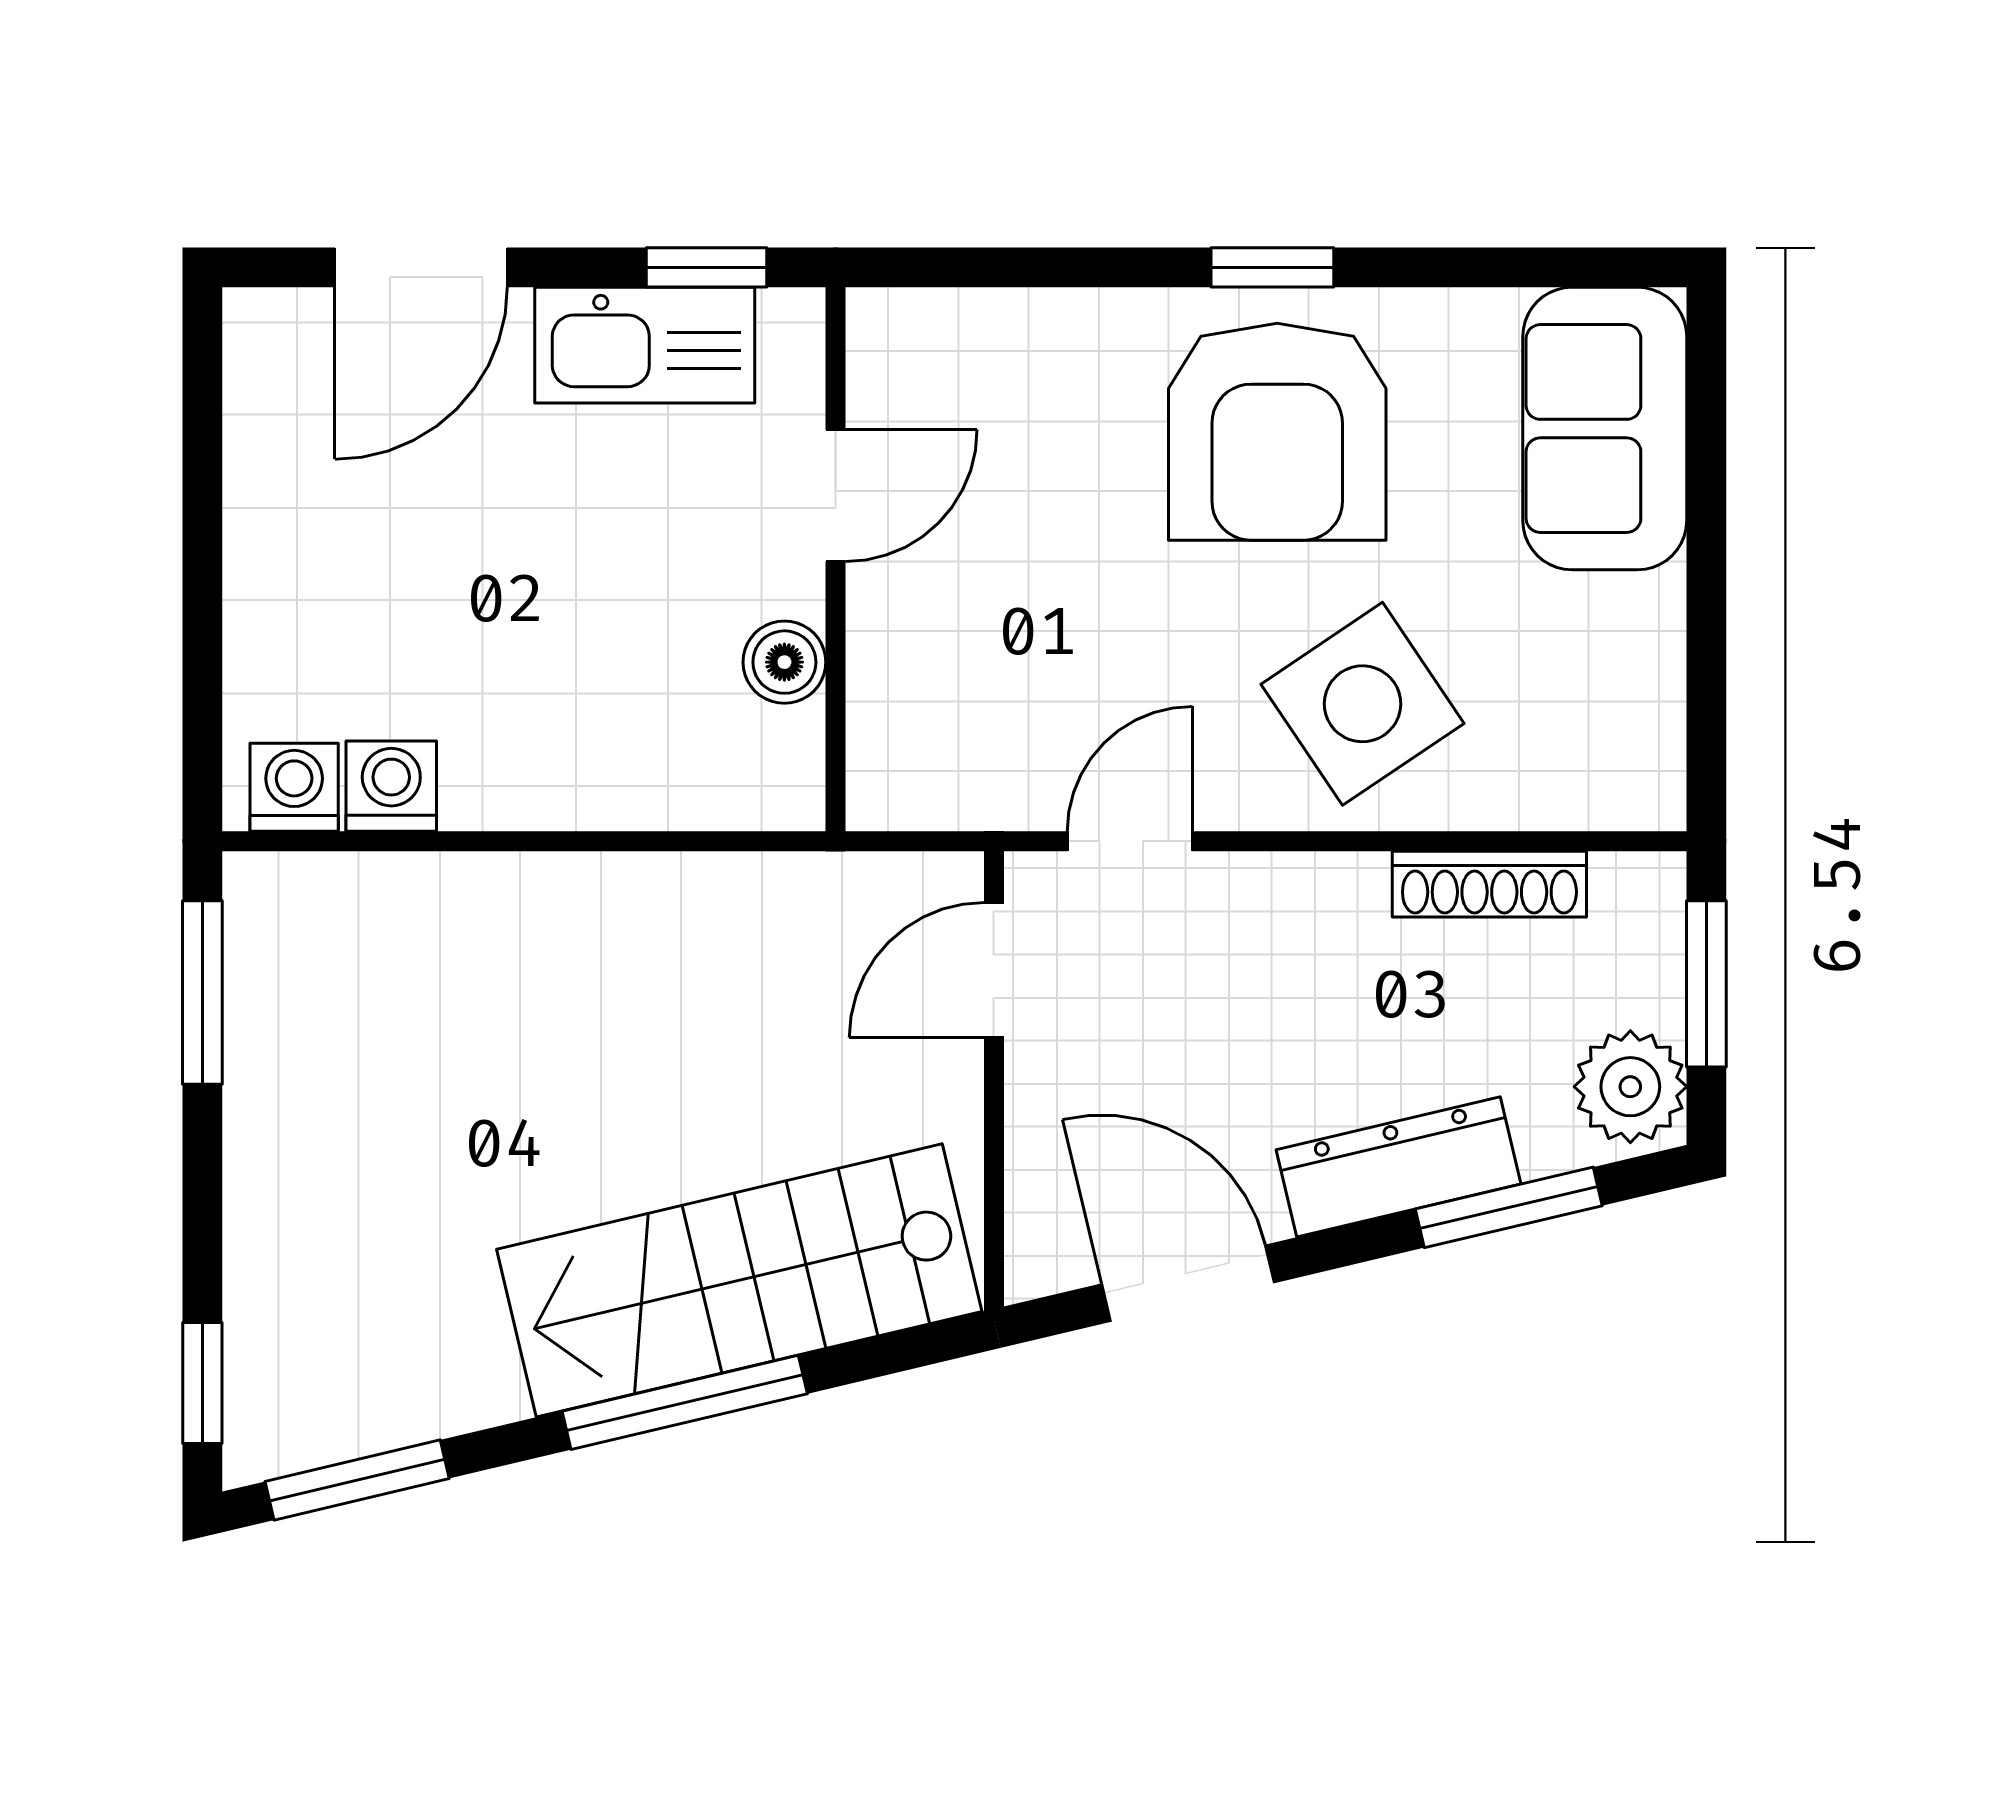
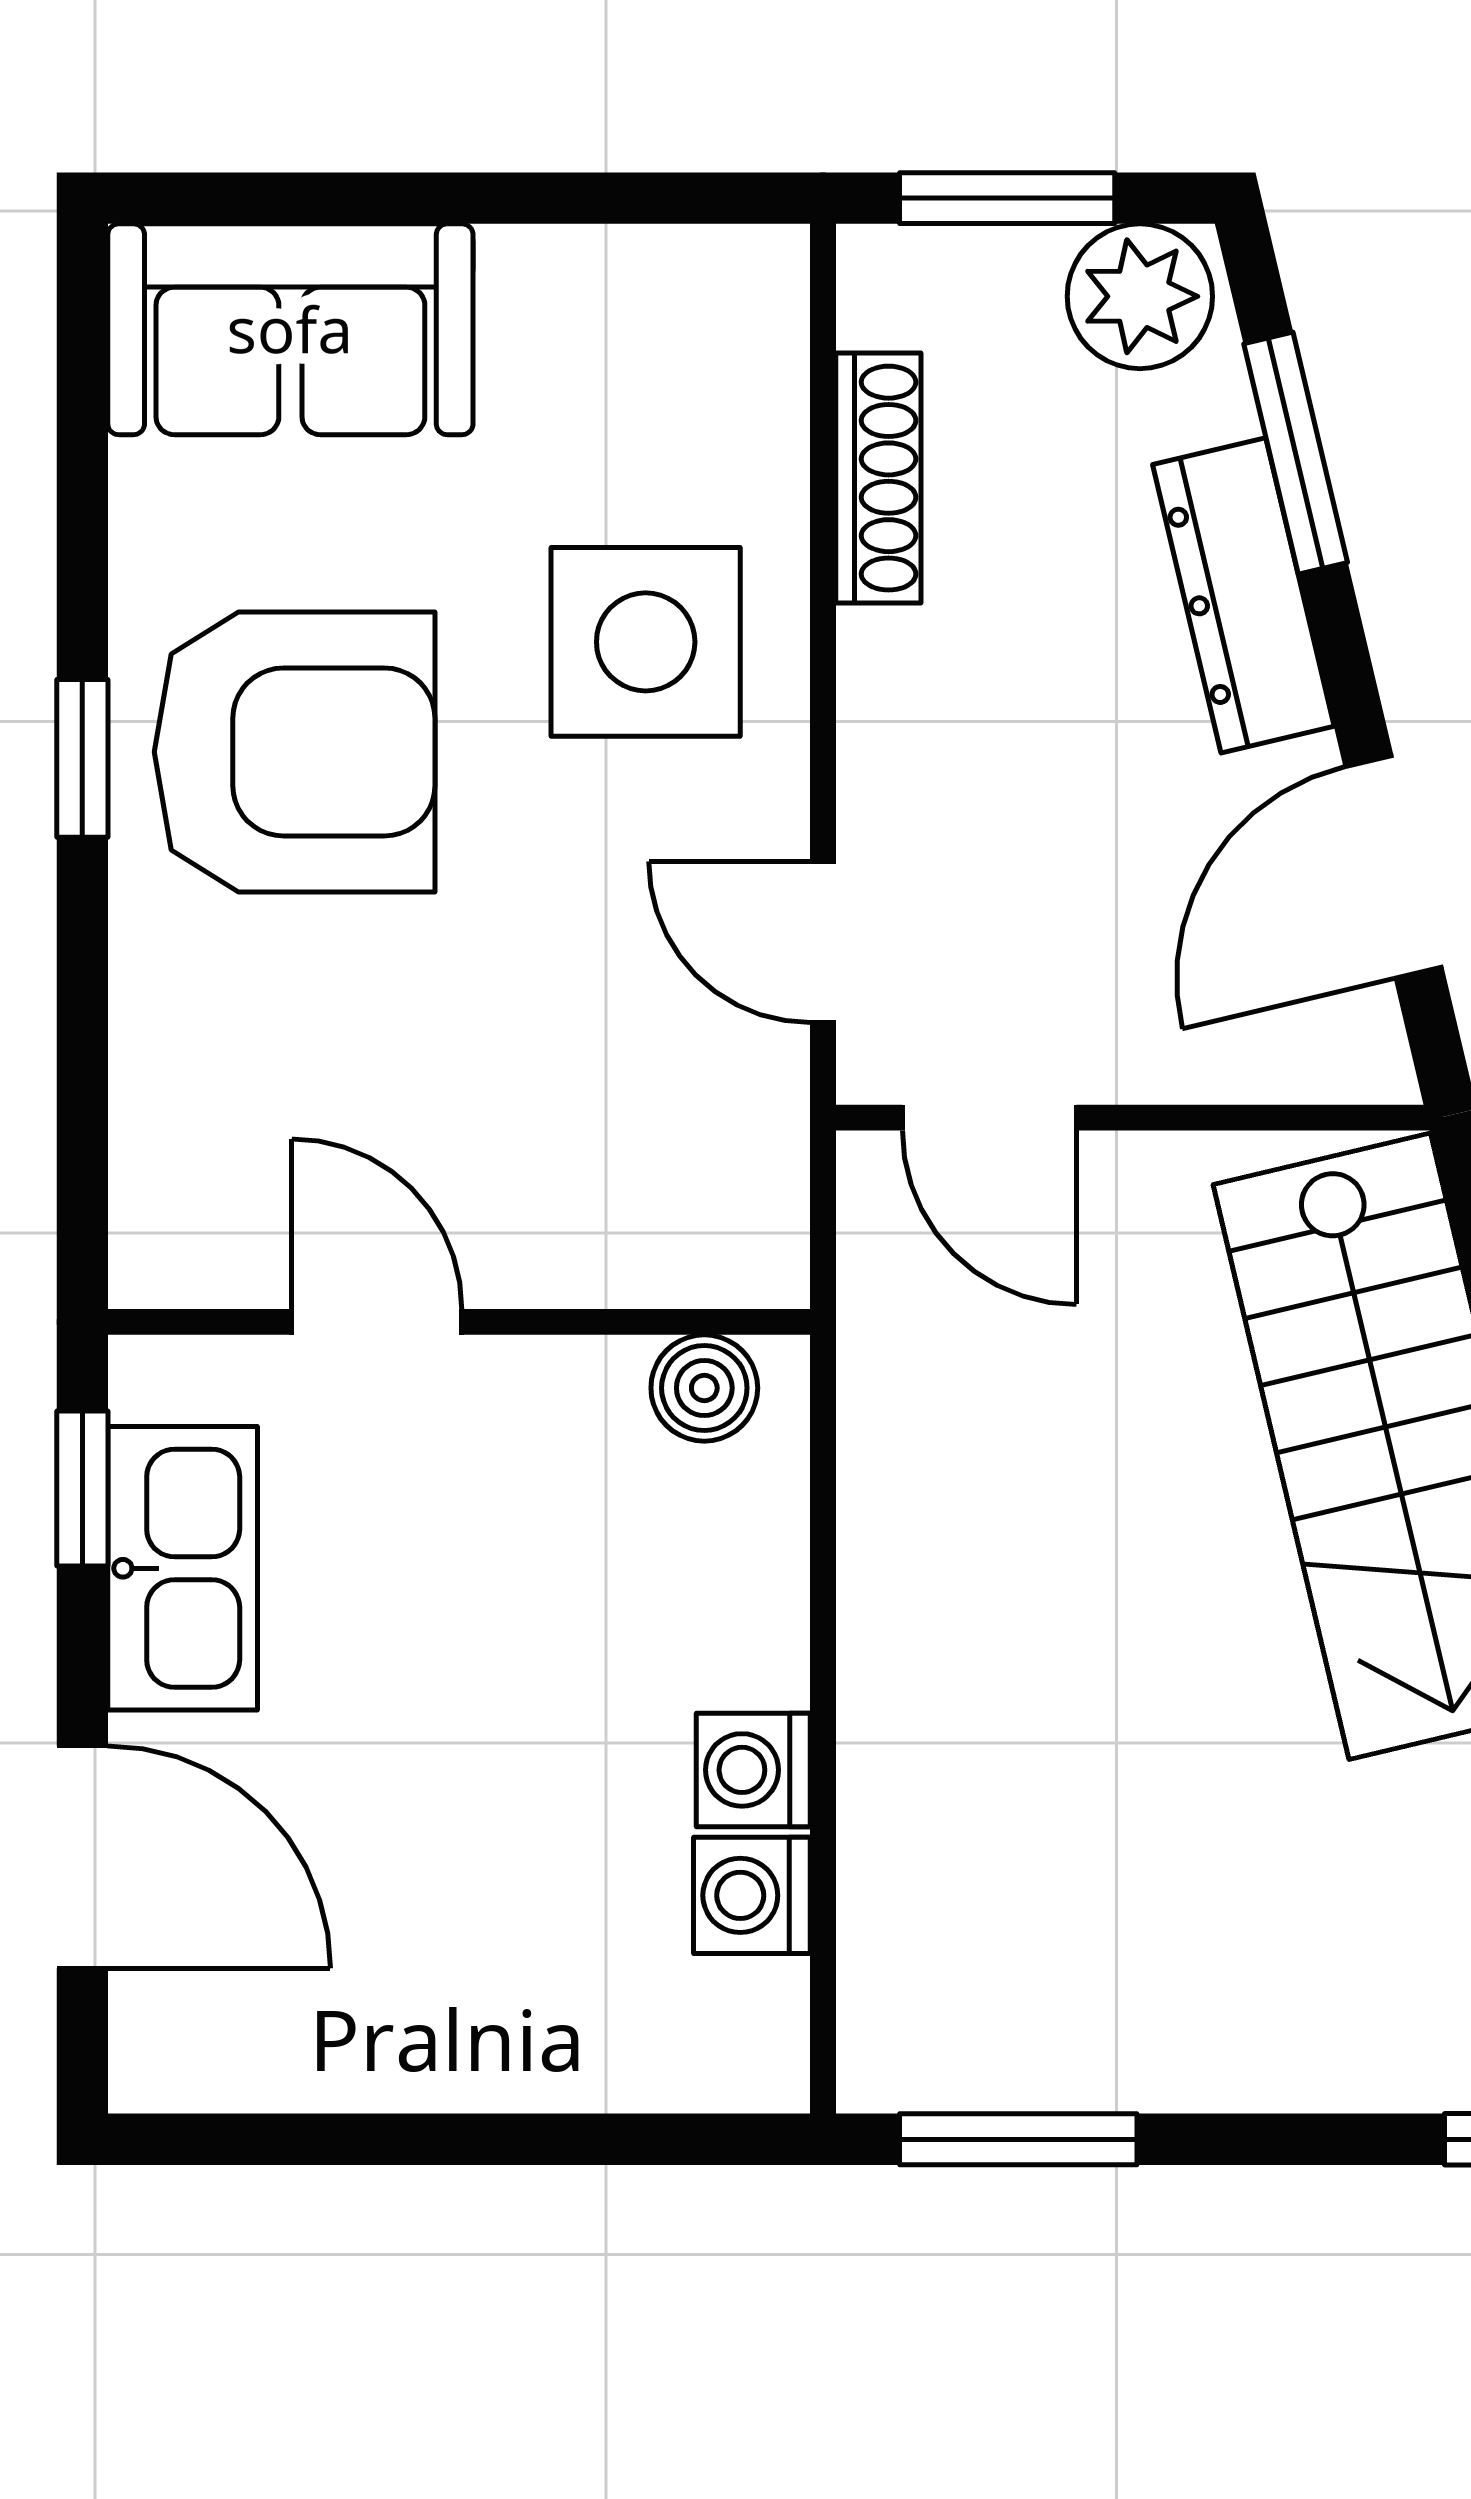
boiler: (784, 662) -> (704, 1388), moved
side table: (1362, 704) -> (646, 642), turned 34
washing machine: (294, 787) -> (753, 1770), moved

